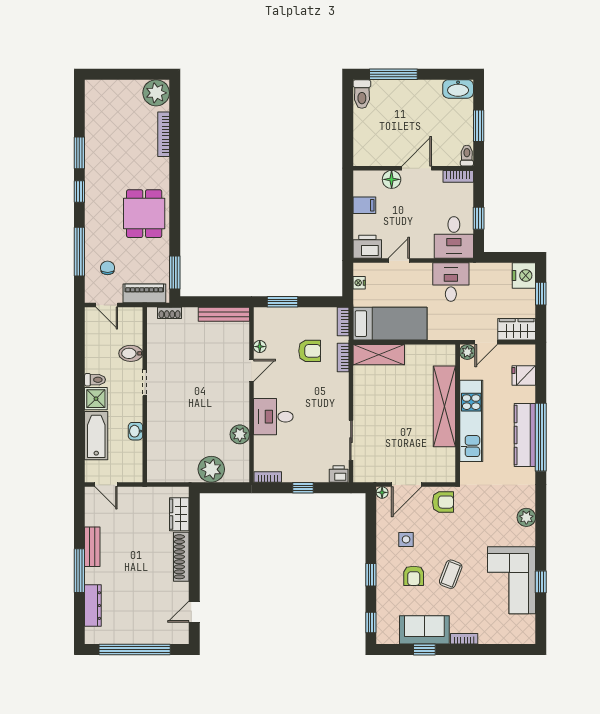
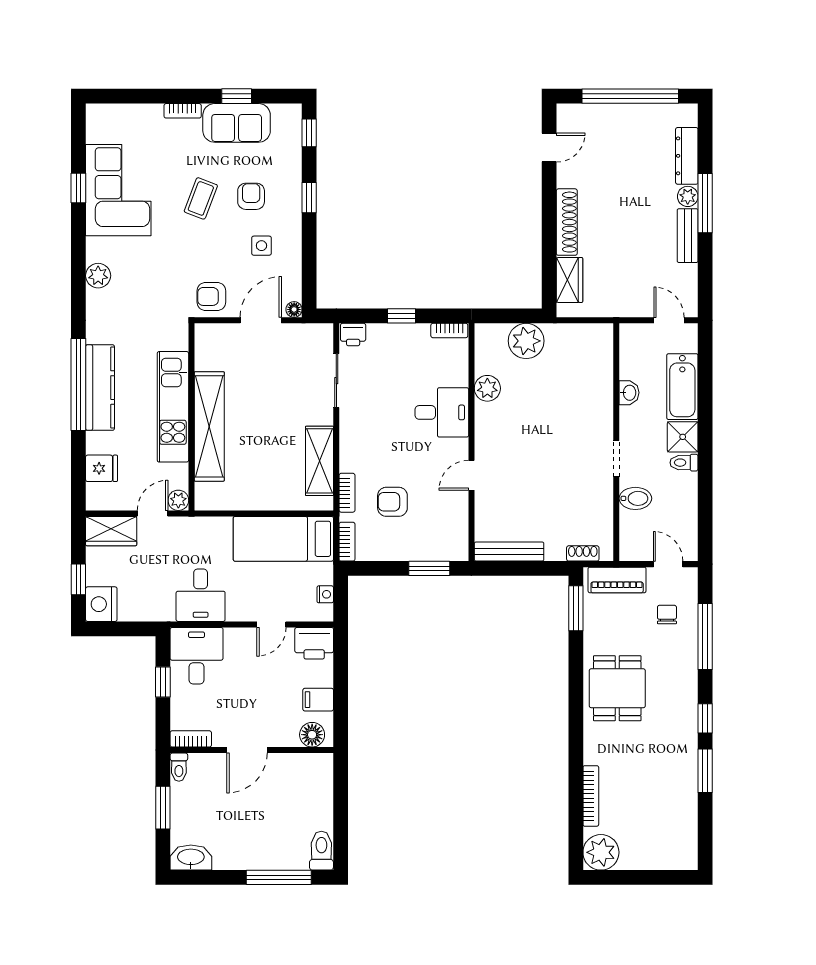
floor lamp: (392, 179) -> (312, 735), moved
chair: (108, 268) -> (667, 615), turned 180
floor lamp: (260, 347) -> (460, 508), removed
shelving: (379, 355) -> (319, 461), moved, turned 90
plant: (92, 576) -> (688, 196), added

